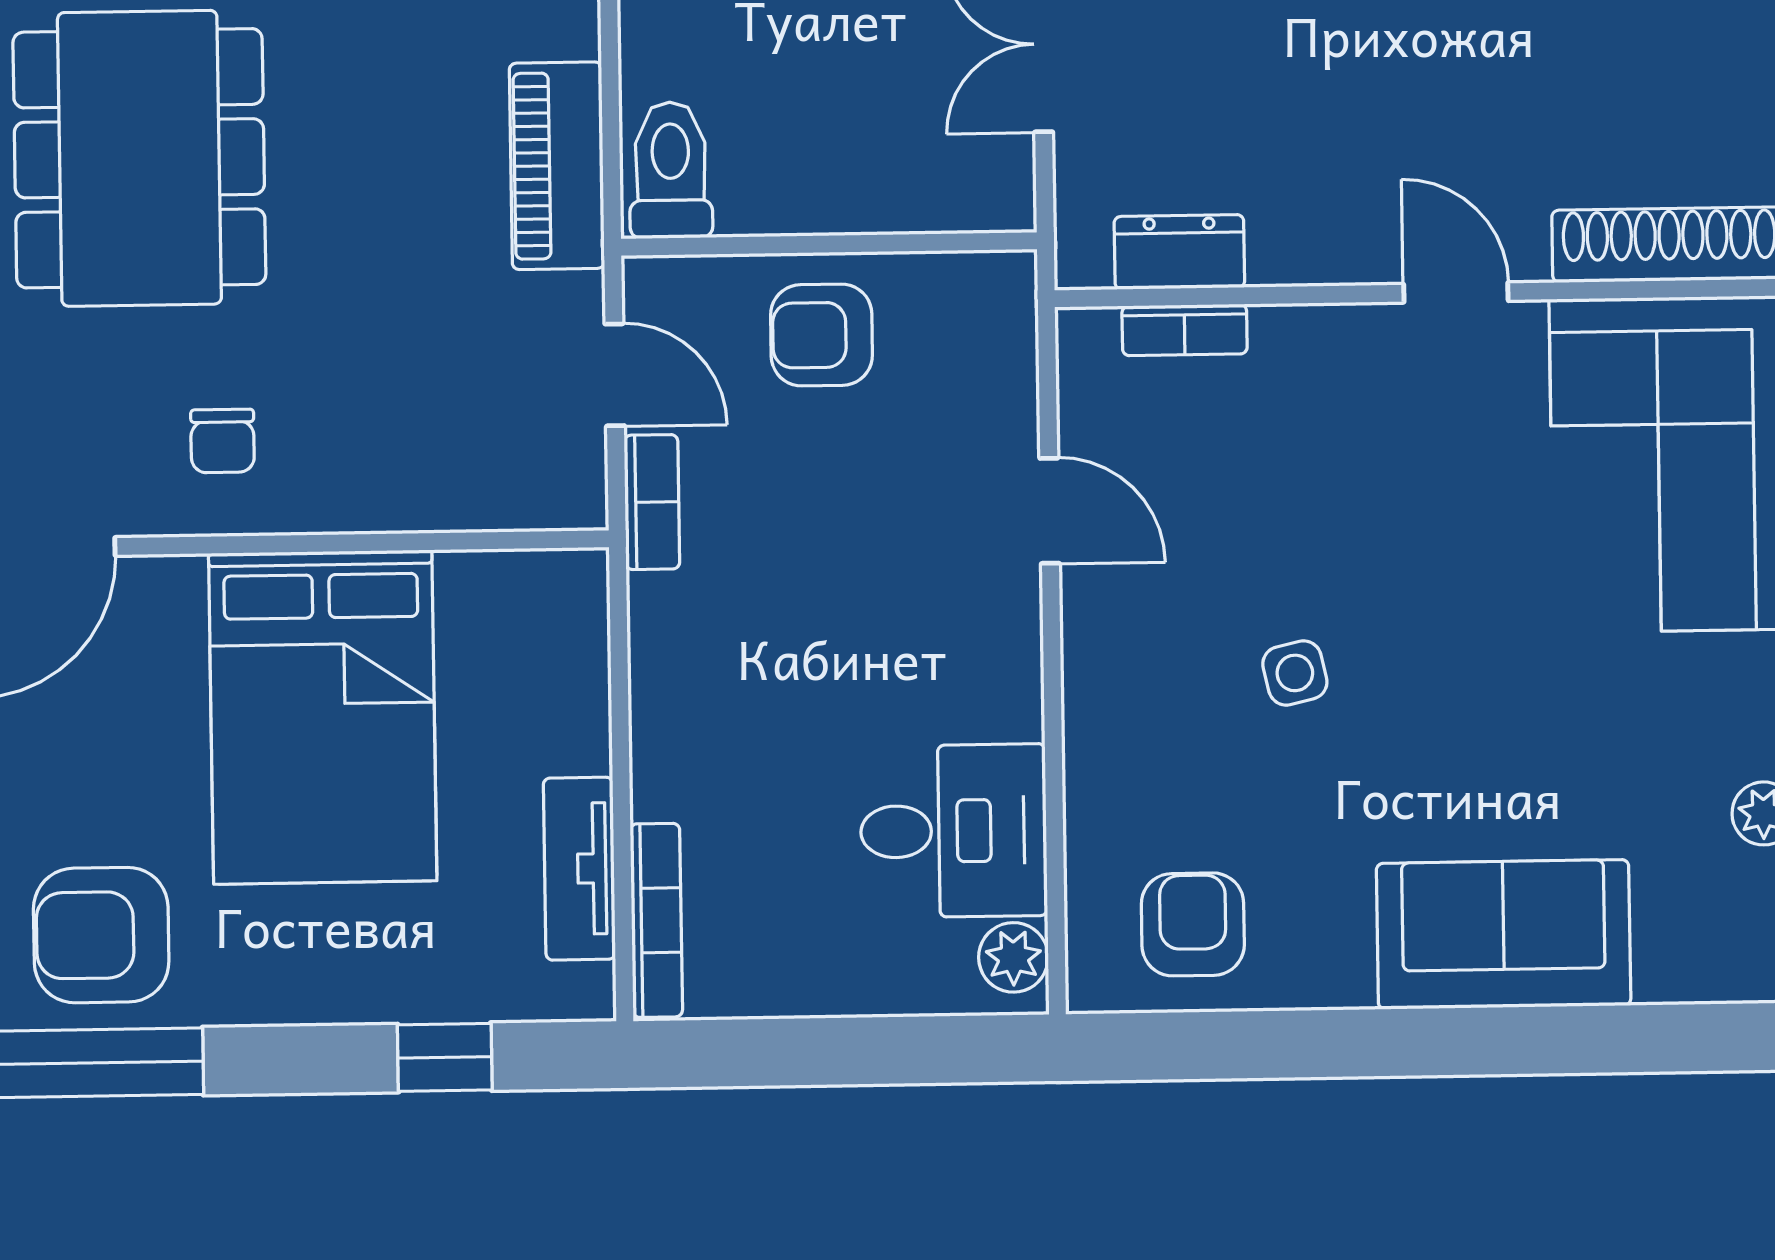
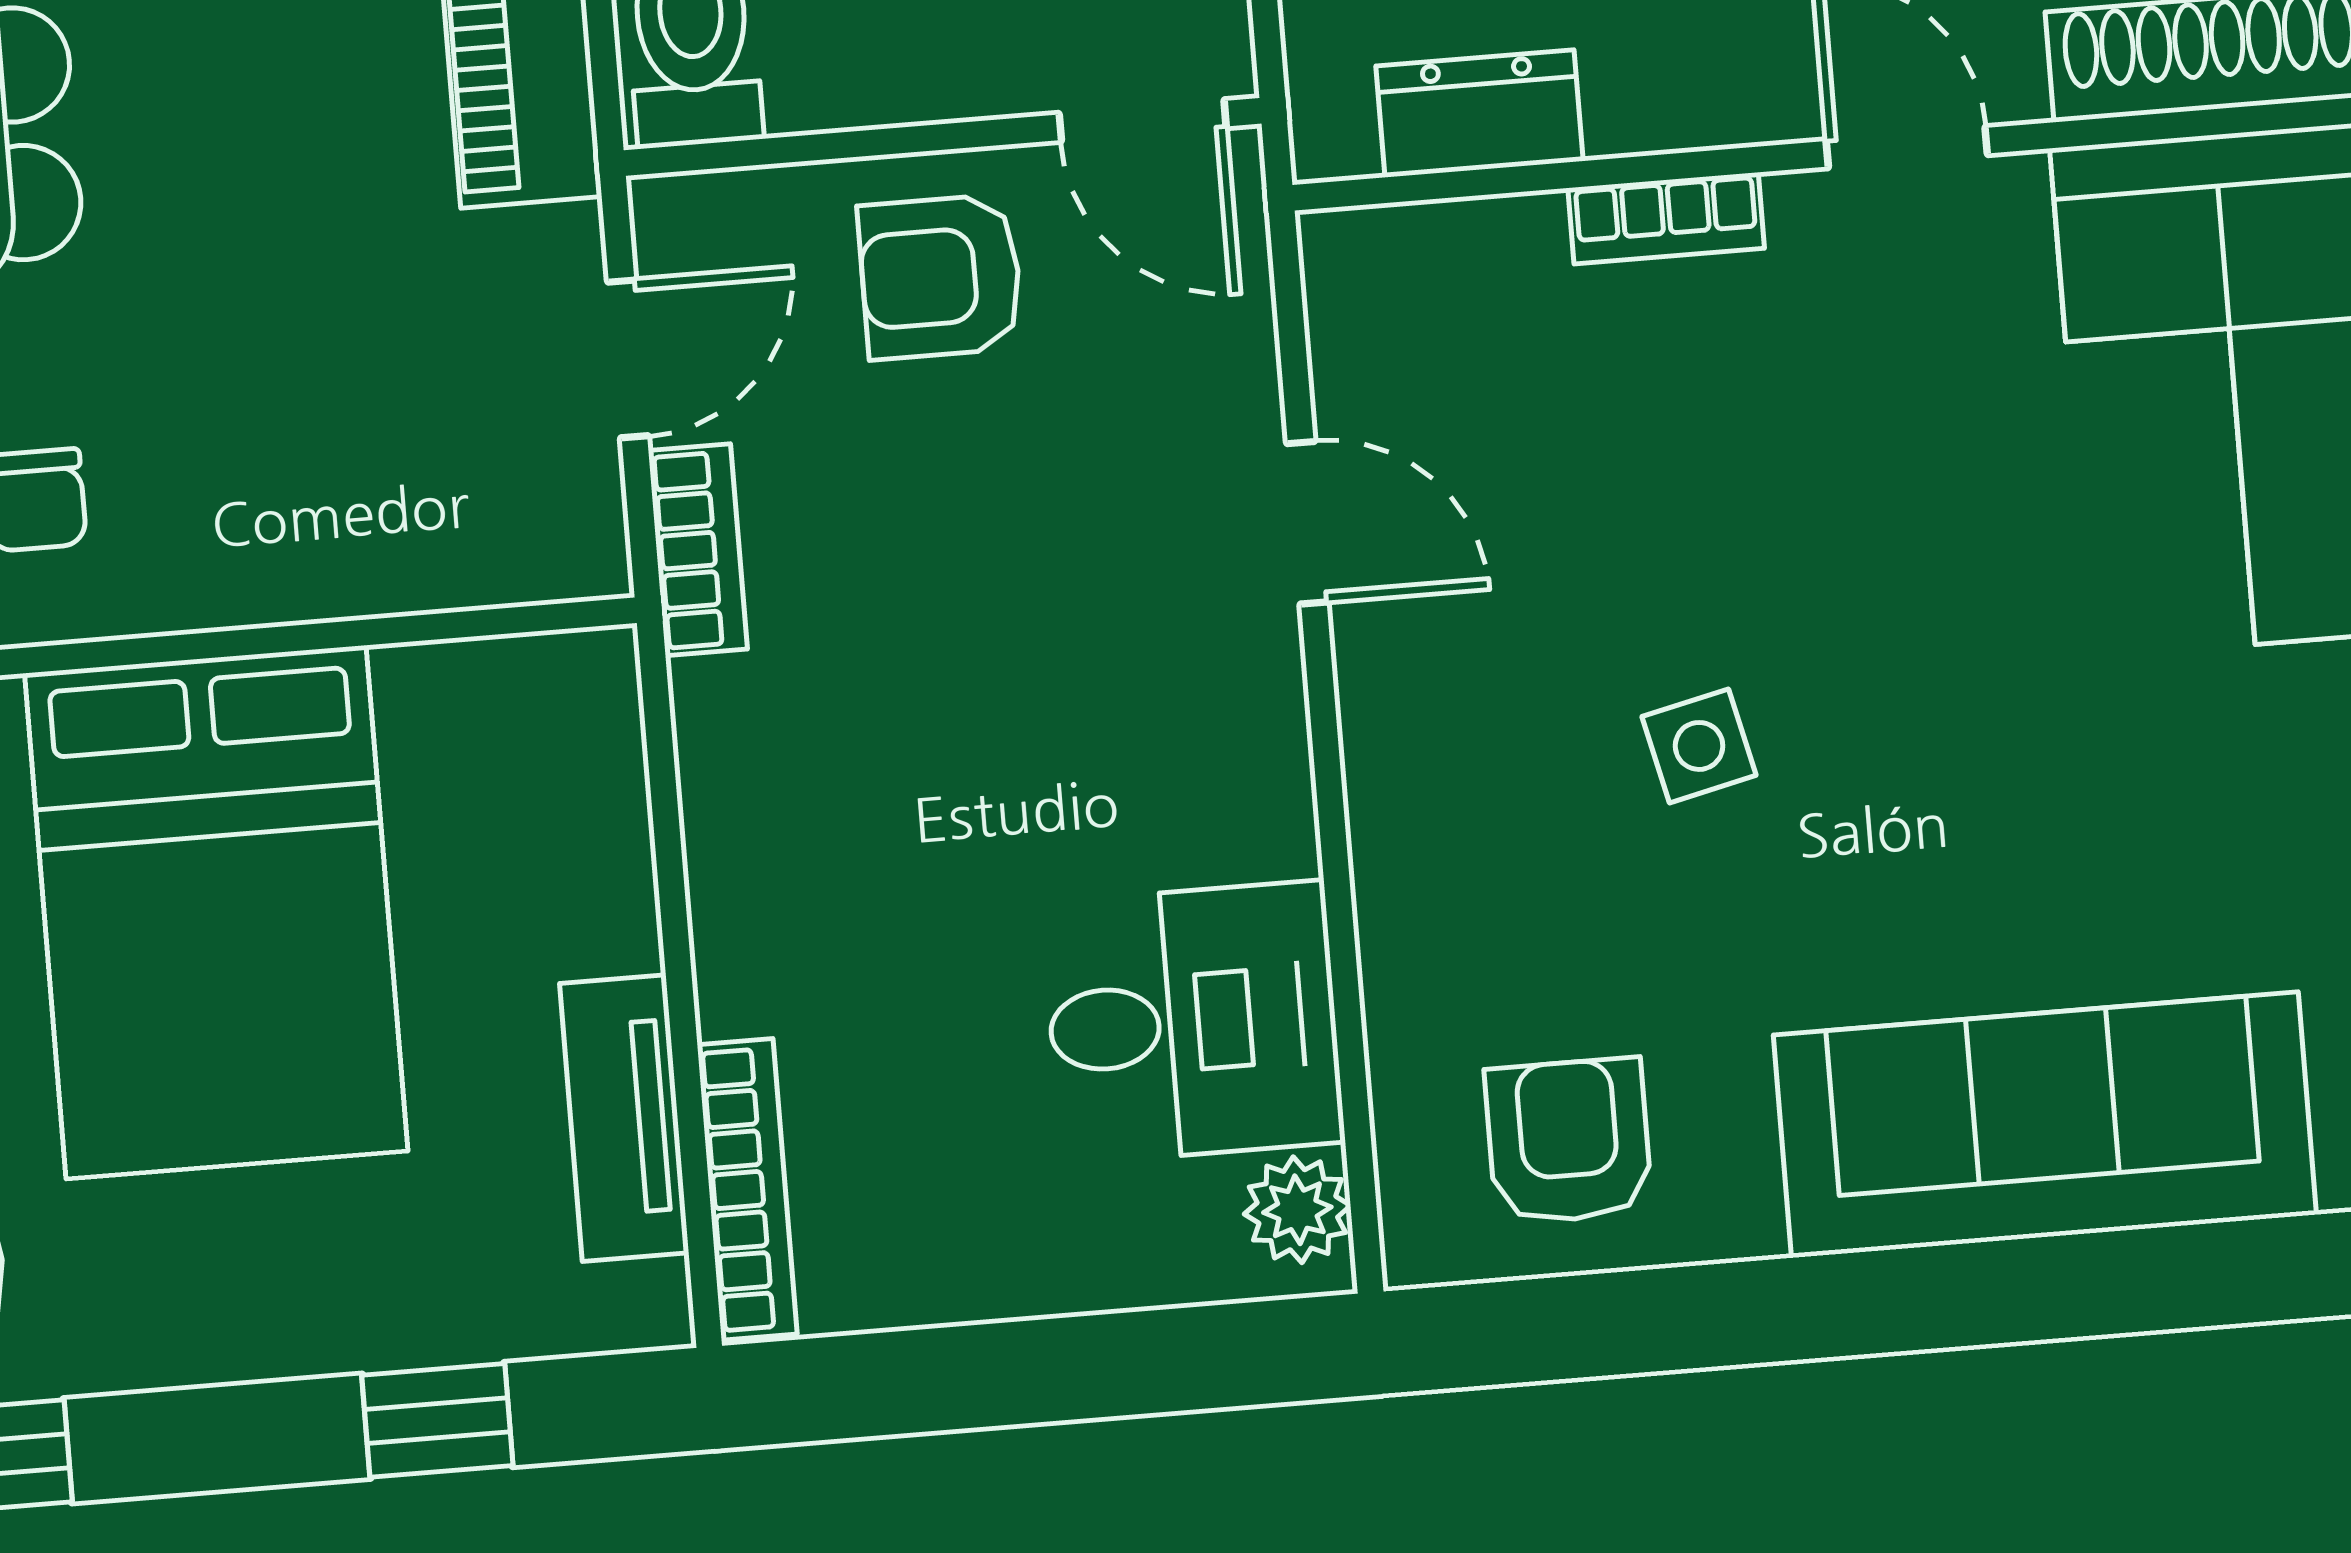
door: (960, 242) -> (1143, 120), added
bookcase: (1185, 330) -> (1666, 218), moved
door: (615, 375) -> (628, 359), hinge flipped
sofa: (1504, 934) -> (2045, 1125), width x1.36

